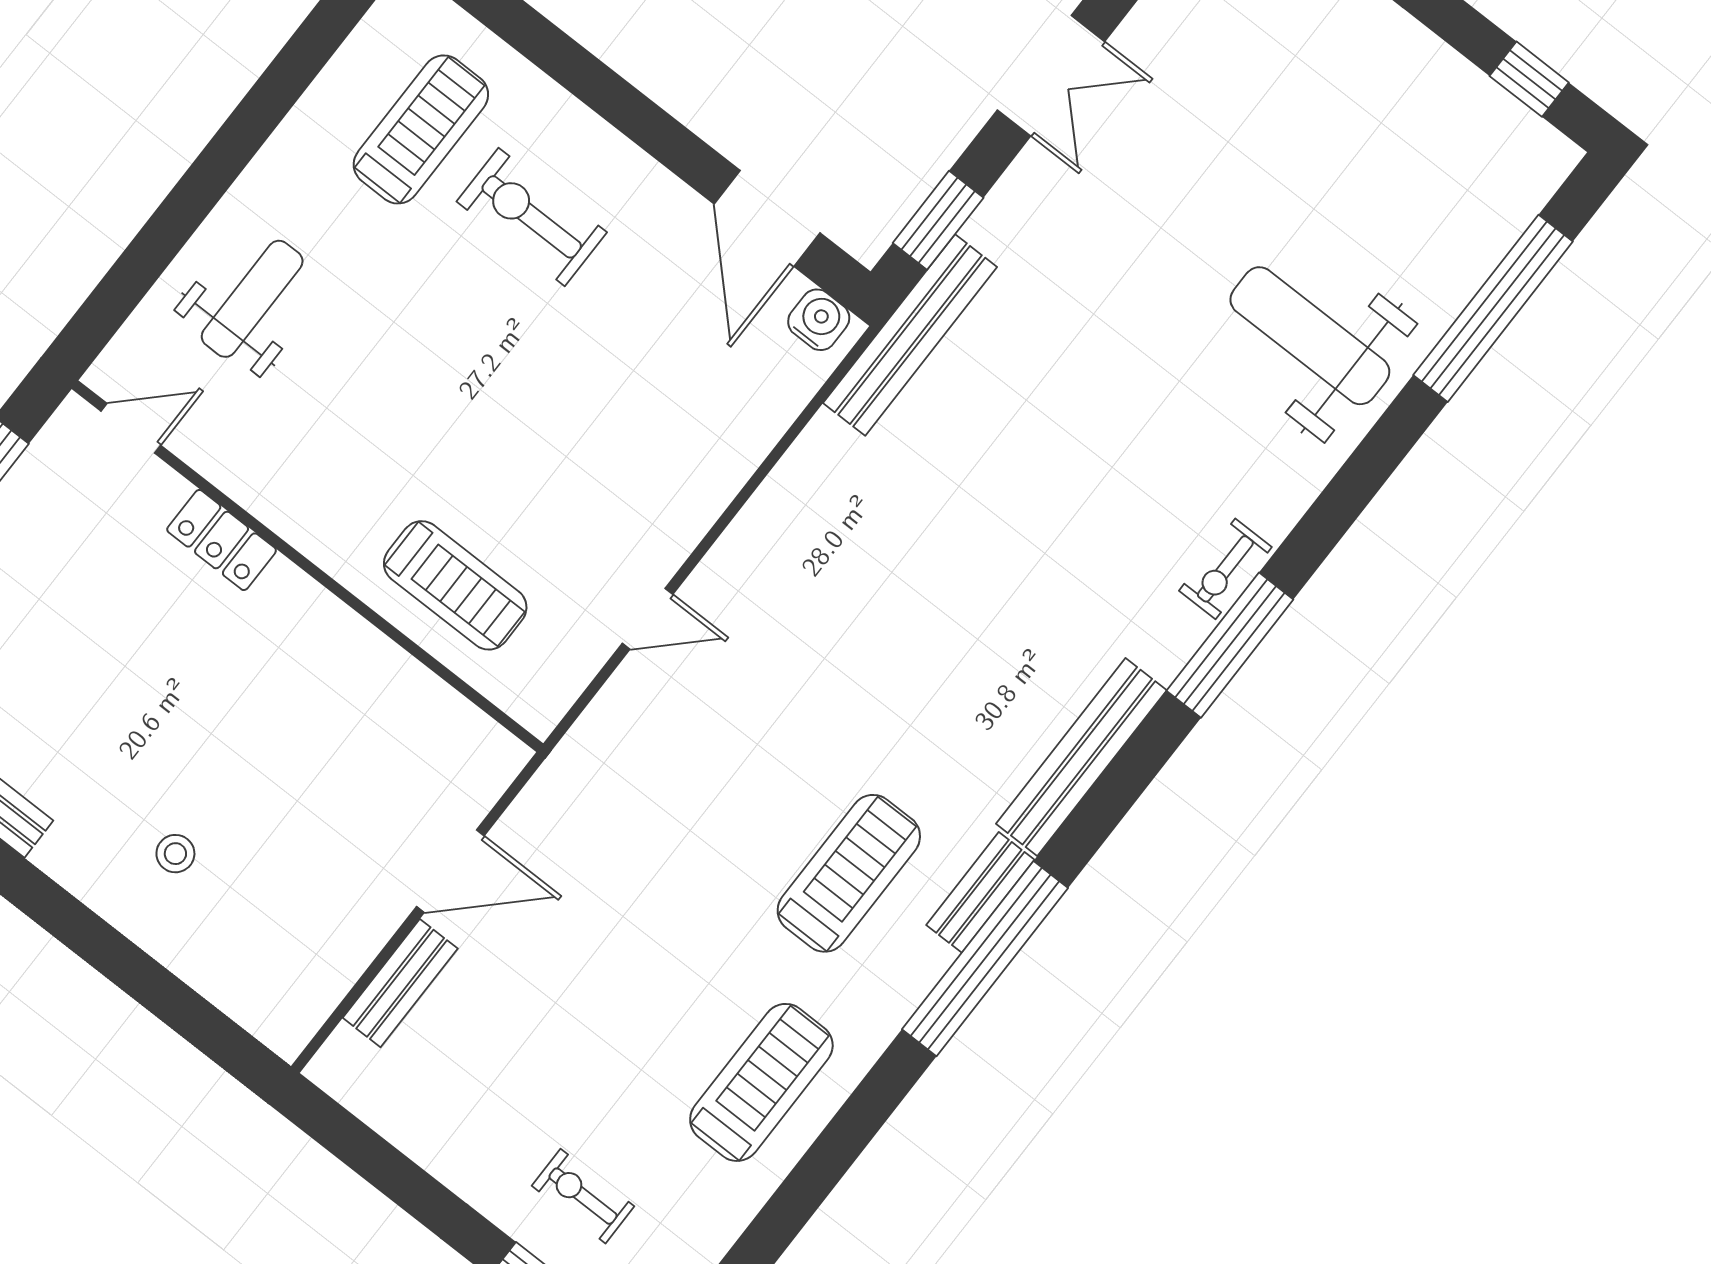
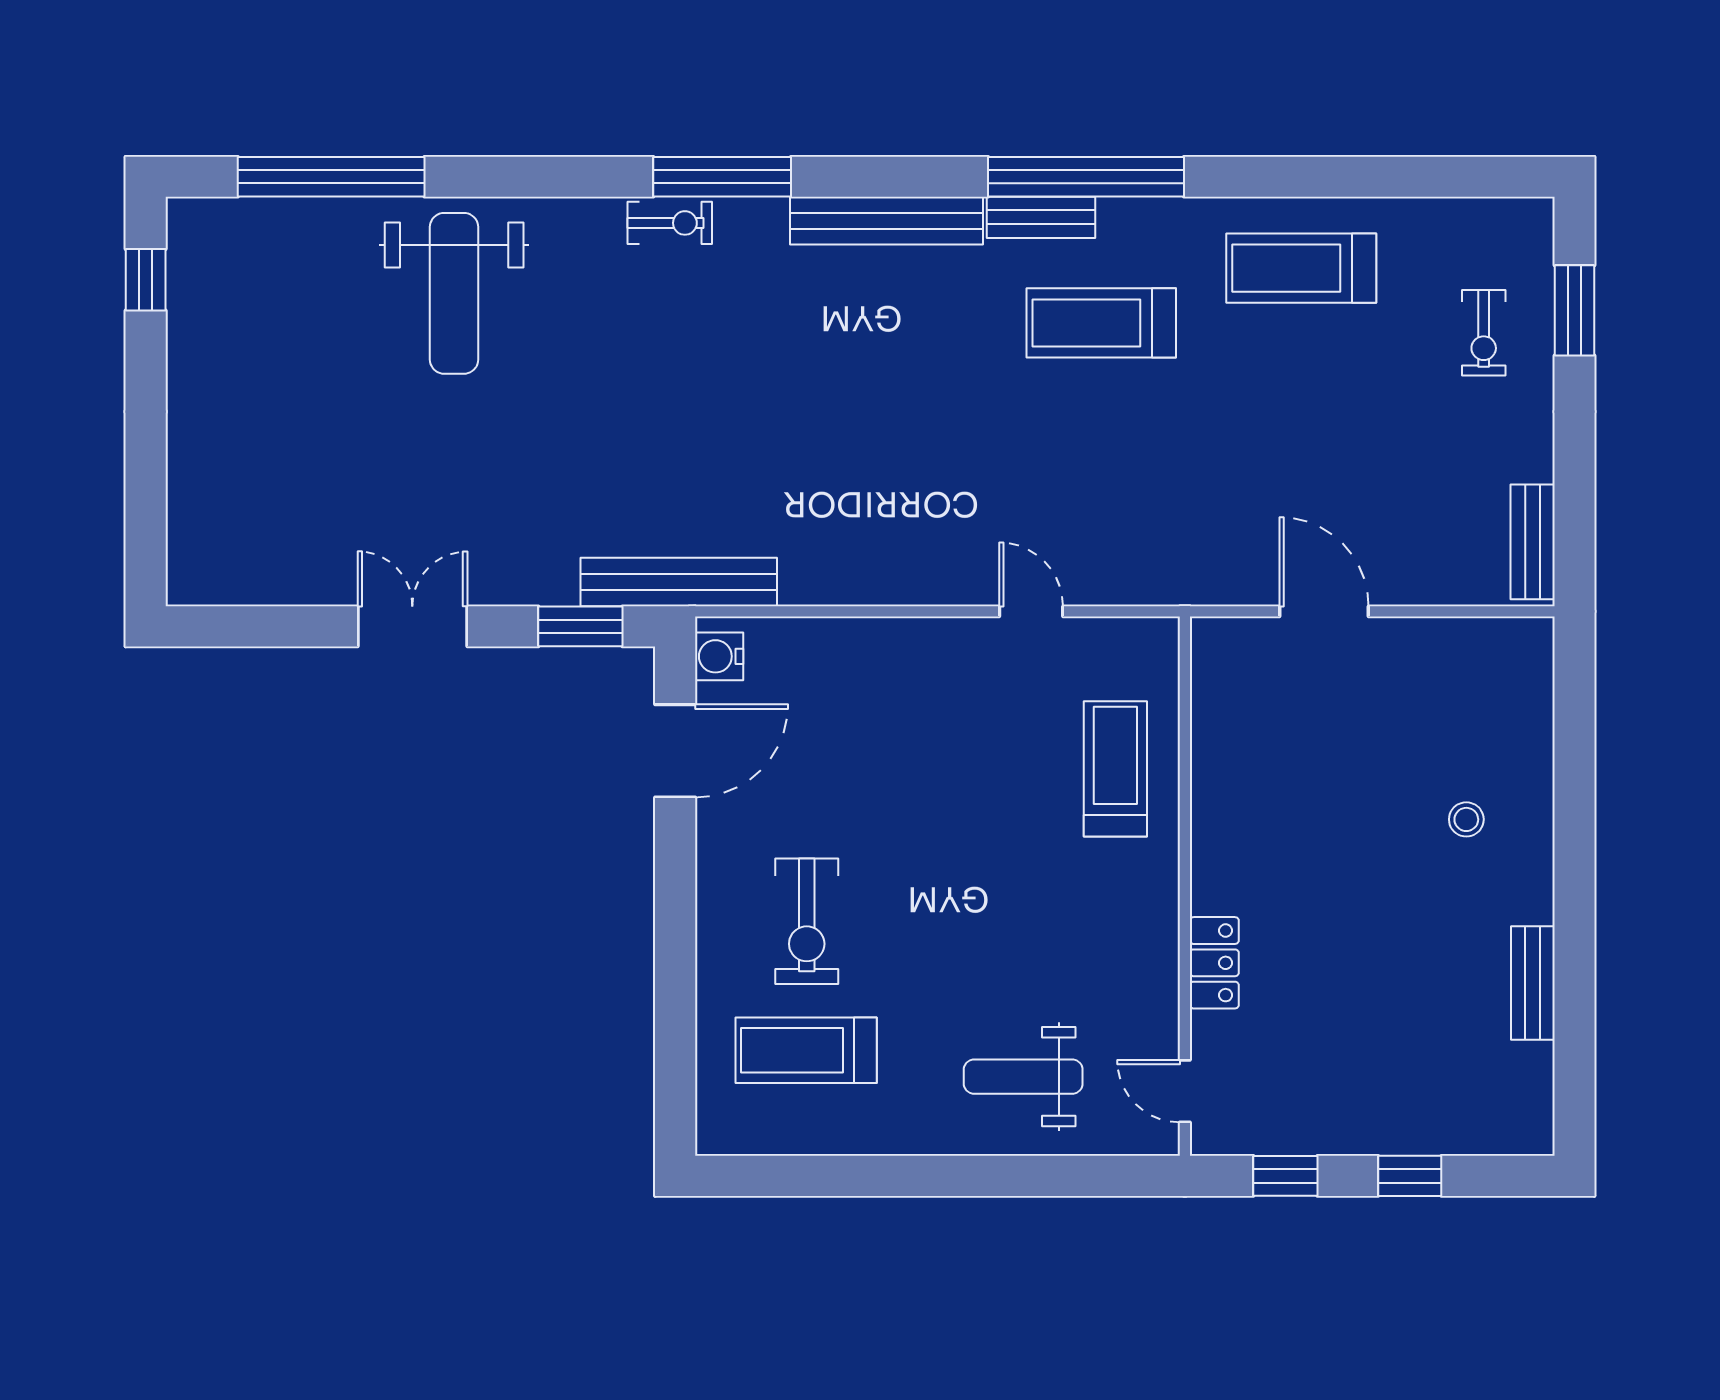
bench: (400, 983) -> (1533, 542), moved, turned 90

